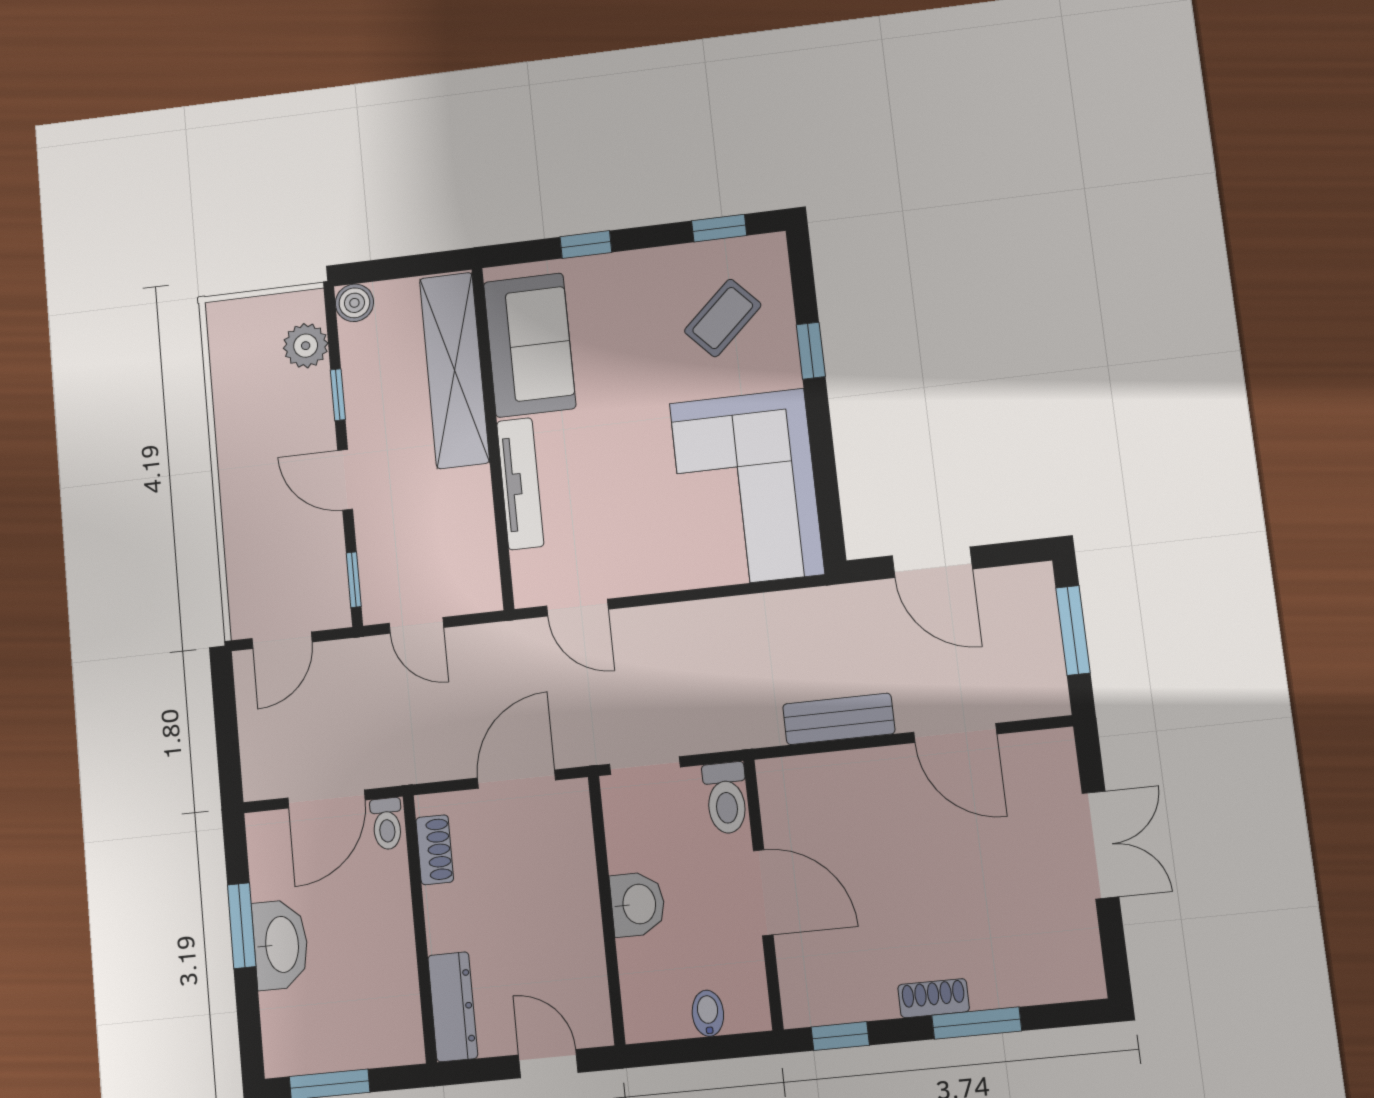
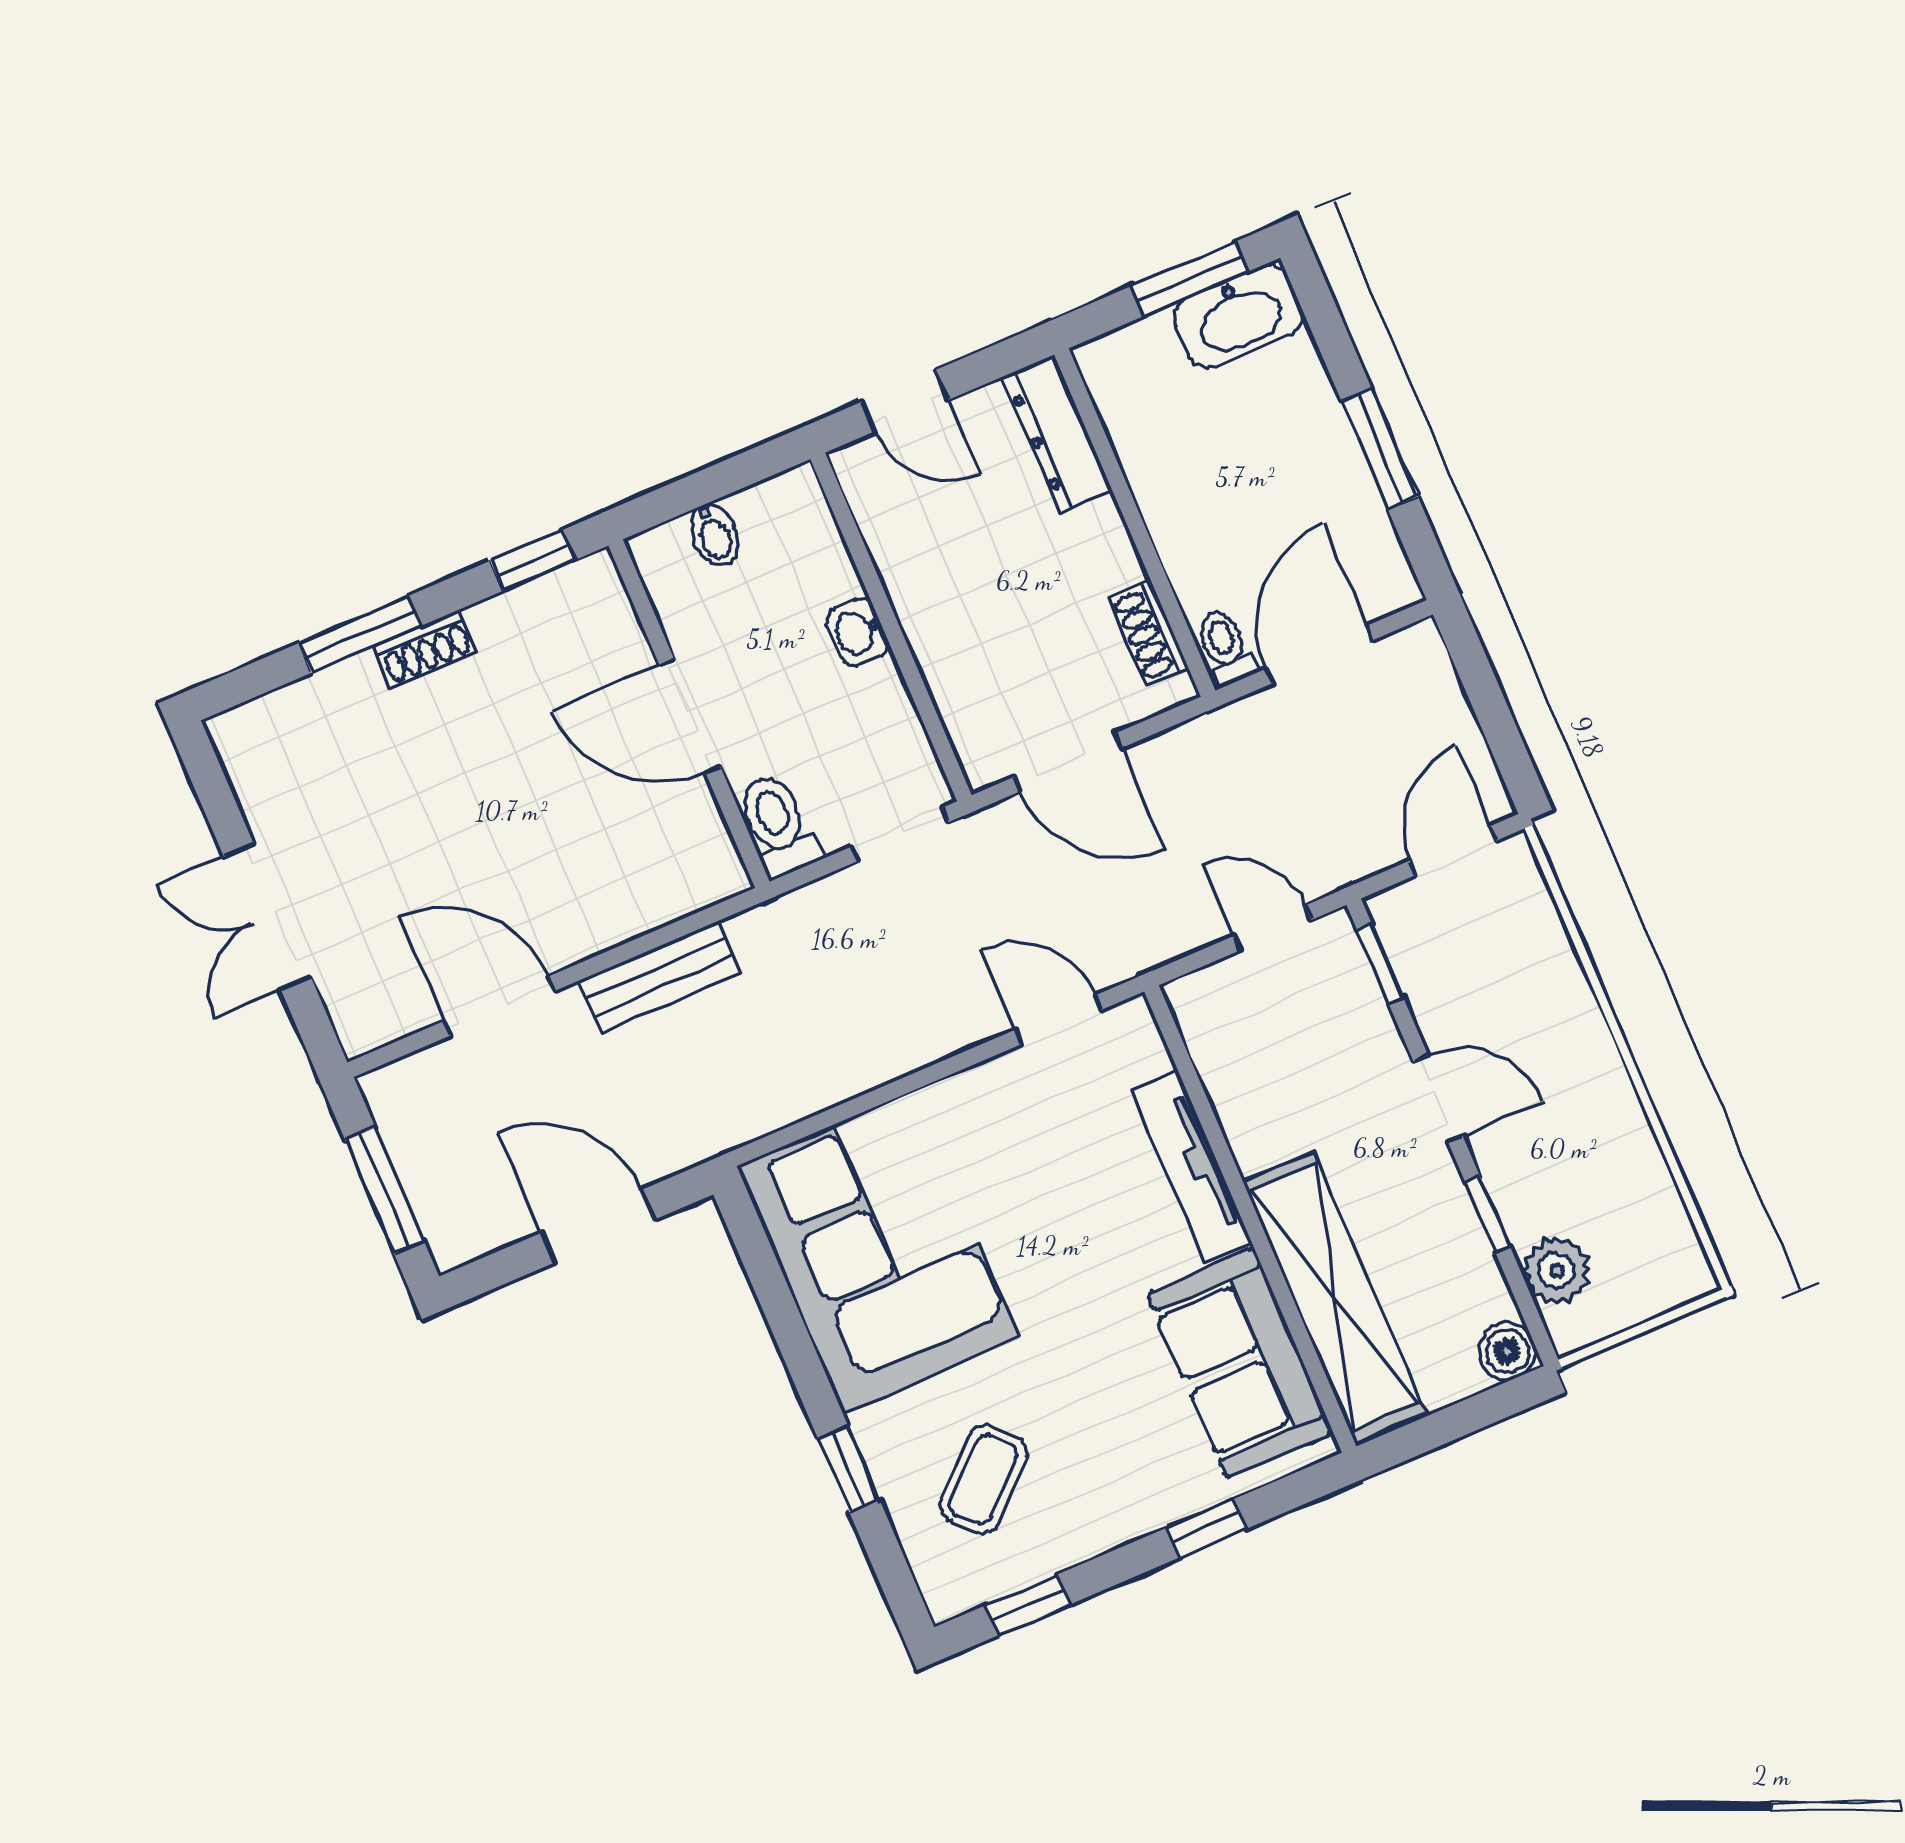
door: (517, 779) -> (1068, 762), hinge flipped
washbasin: (638, 904) -> (857, 632), width x0.72, depth x0.69
washbasin: (281, 945) -> (1238, 316), moved, turned -90

